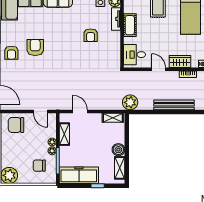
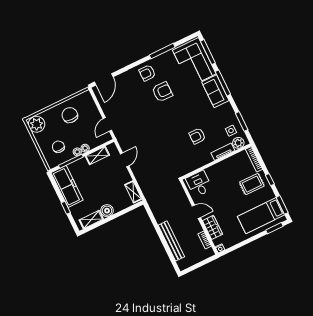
cot: (130, 25) -> (223, 167), removed
door: (159, 69) -> (196, 212), hinge flipped
plant: (130, 102) -> (154, 201), removed
chair: (16, 125) -> (70, 115), moved

